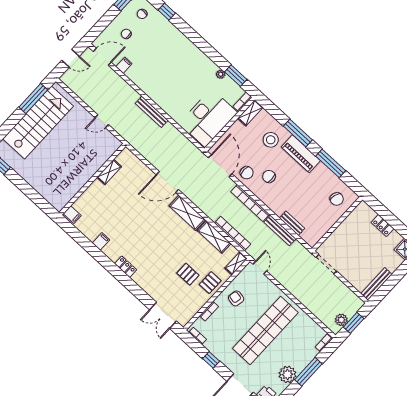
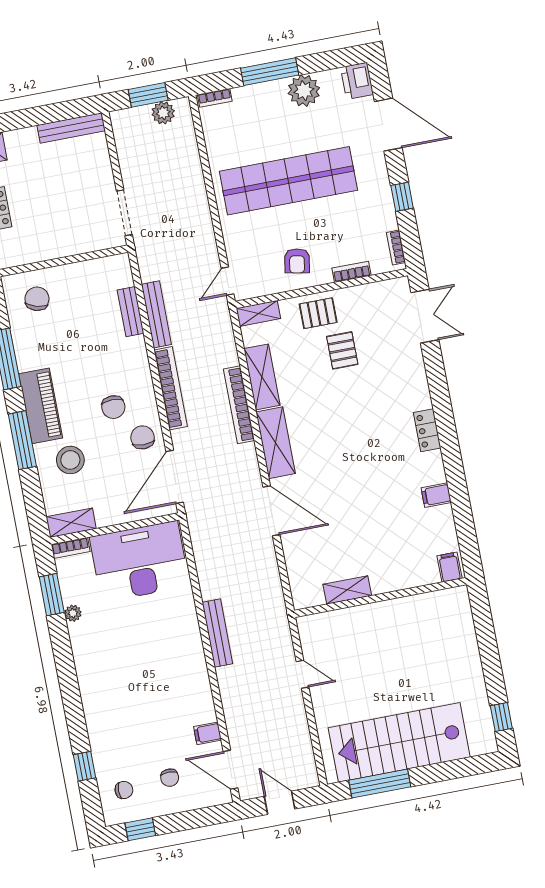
bookcase: (233, 234) -> (239, 405), moved

